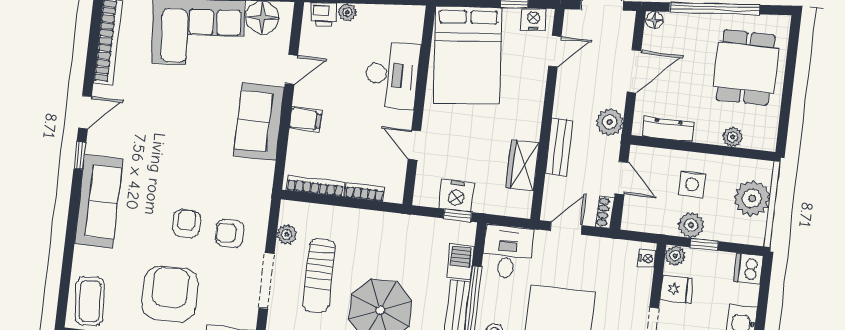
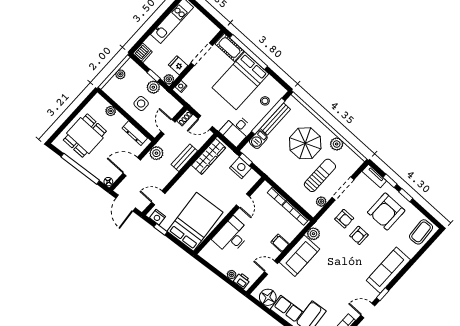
wardrobe: (523, 165) -> (209, 156), width x1.50
plant: (262, 173) -> (313, 234), added
plant: (752, 198) -> (120, 74), width x0.53, depth x0.53

